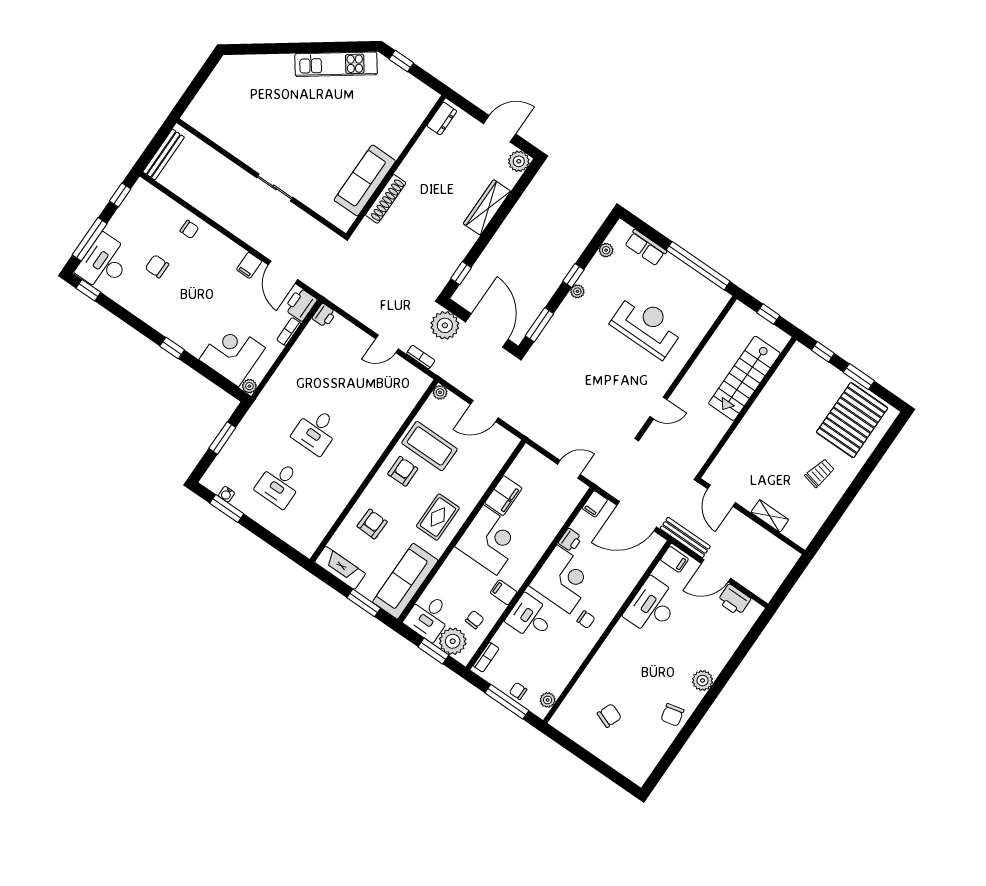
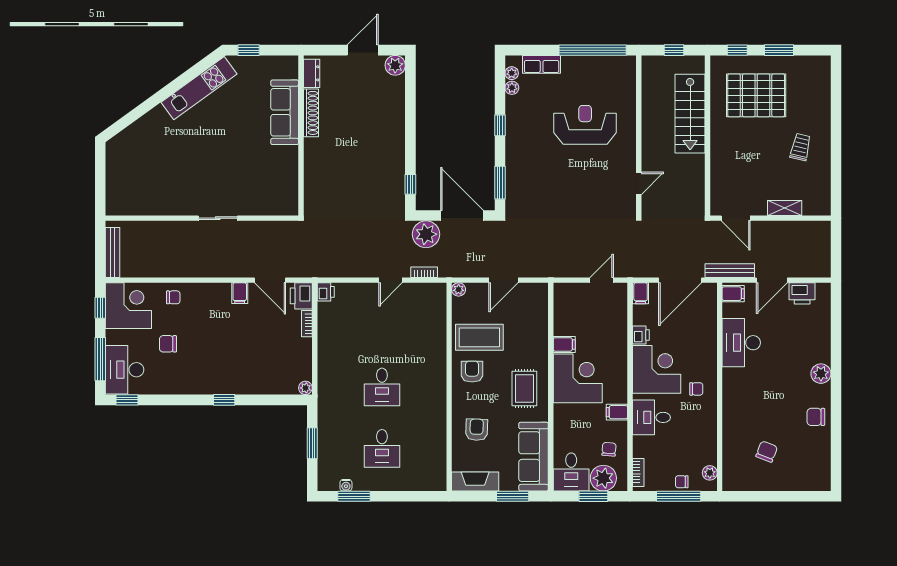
sofa: (365, 180) -> (285, 112), moved
shoe rack: (386, 199) -> (311, 113), moved
wardrobe: (487, 207) -> (395, 119), removed
plant: (577, 291) -> (512, 73), moved
corner desk: (232, 354) -> (128, 306), moved, turned 90
pallet: (852, 420) -> (756, 95), moved, turned 90
filing cabinet: (503, 496) -> (564, 344), width x0.50
chair: (672, 715) -> (816, 417), turned 103

